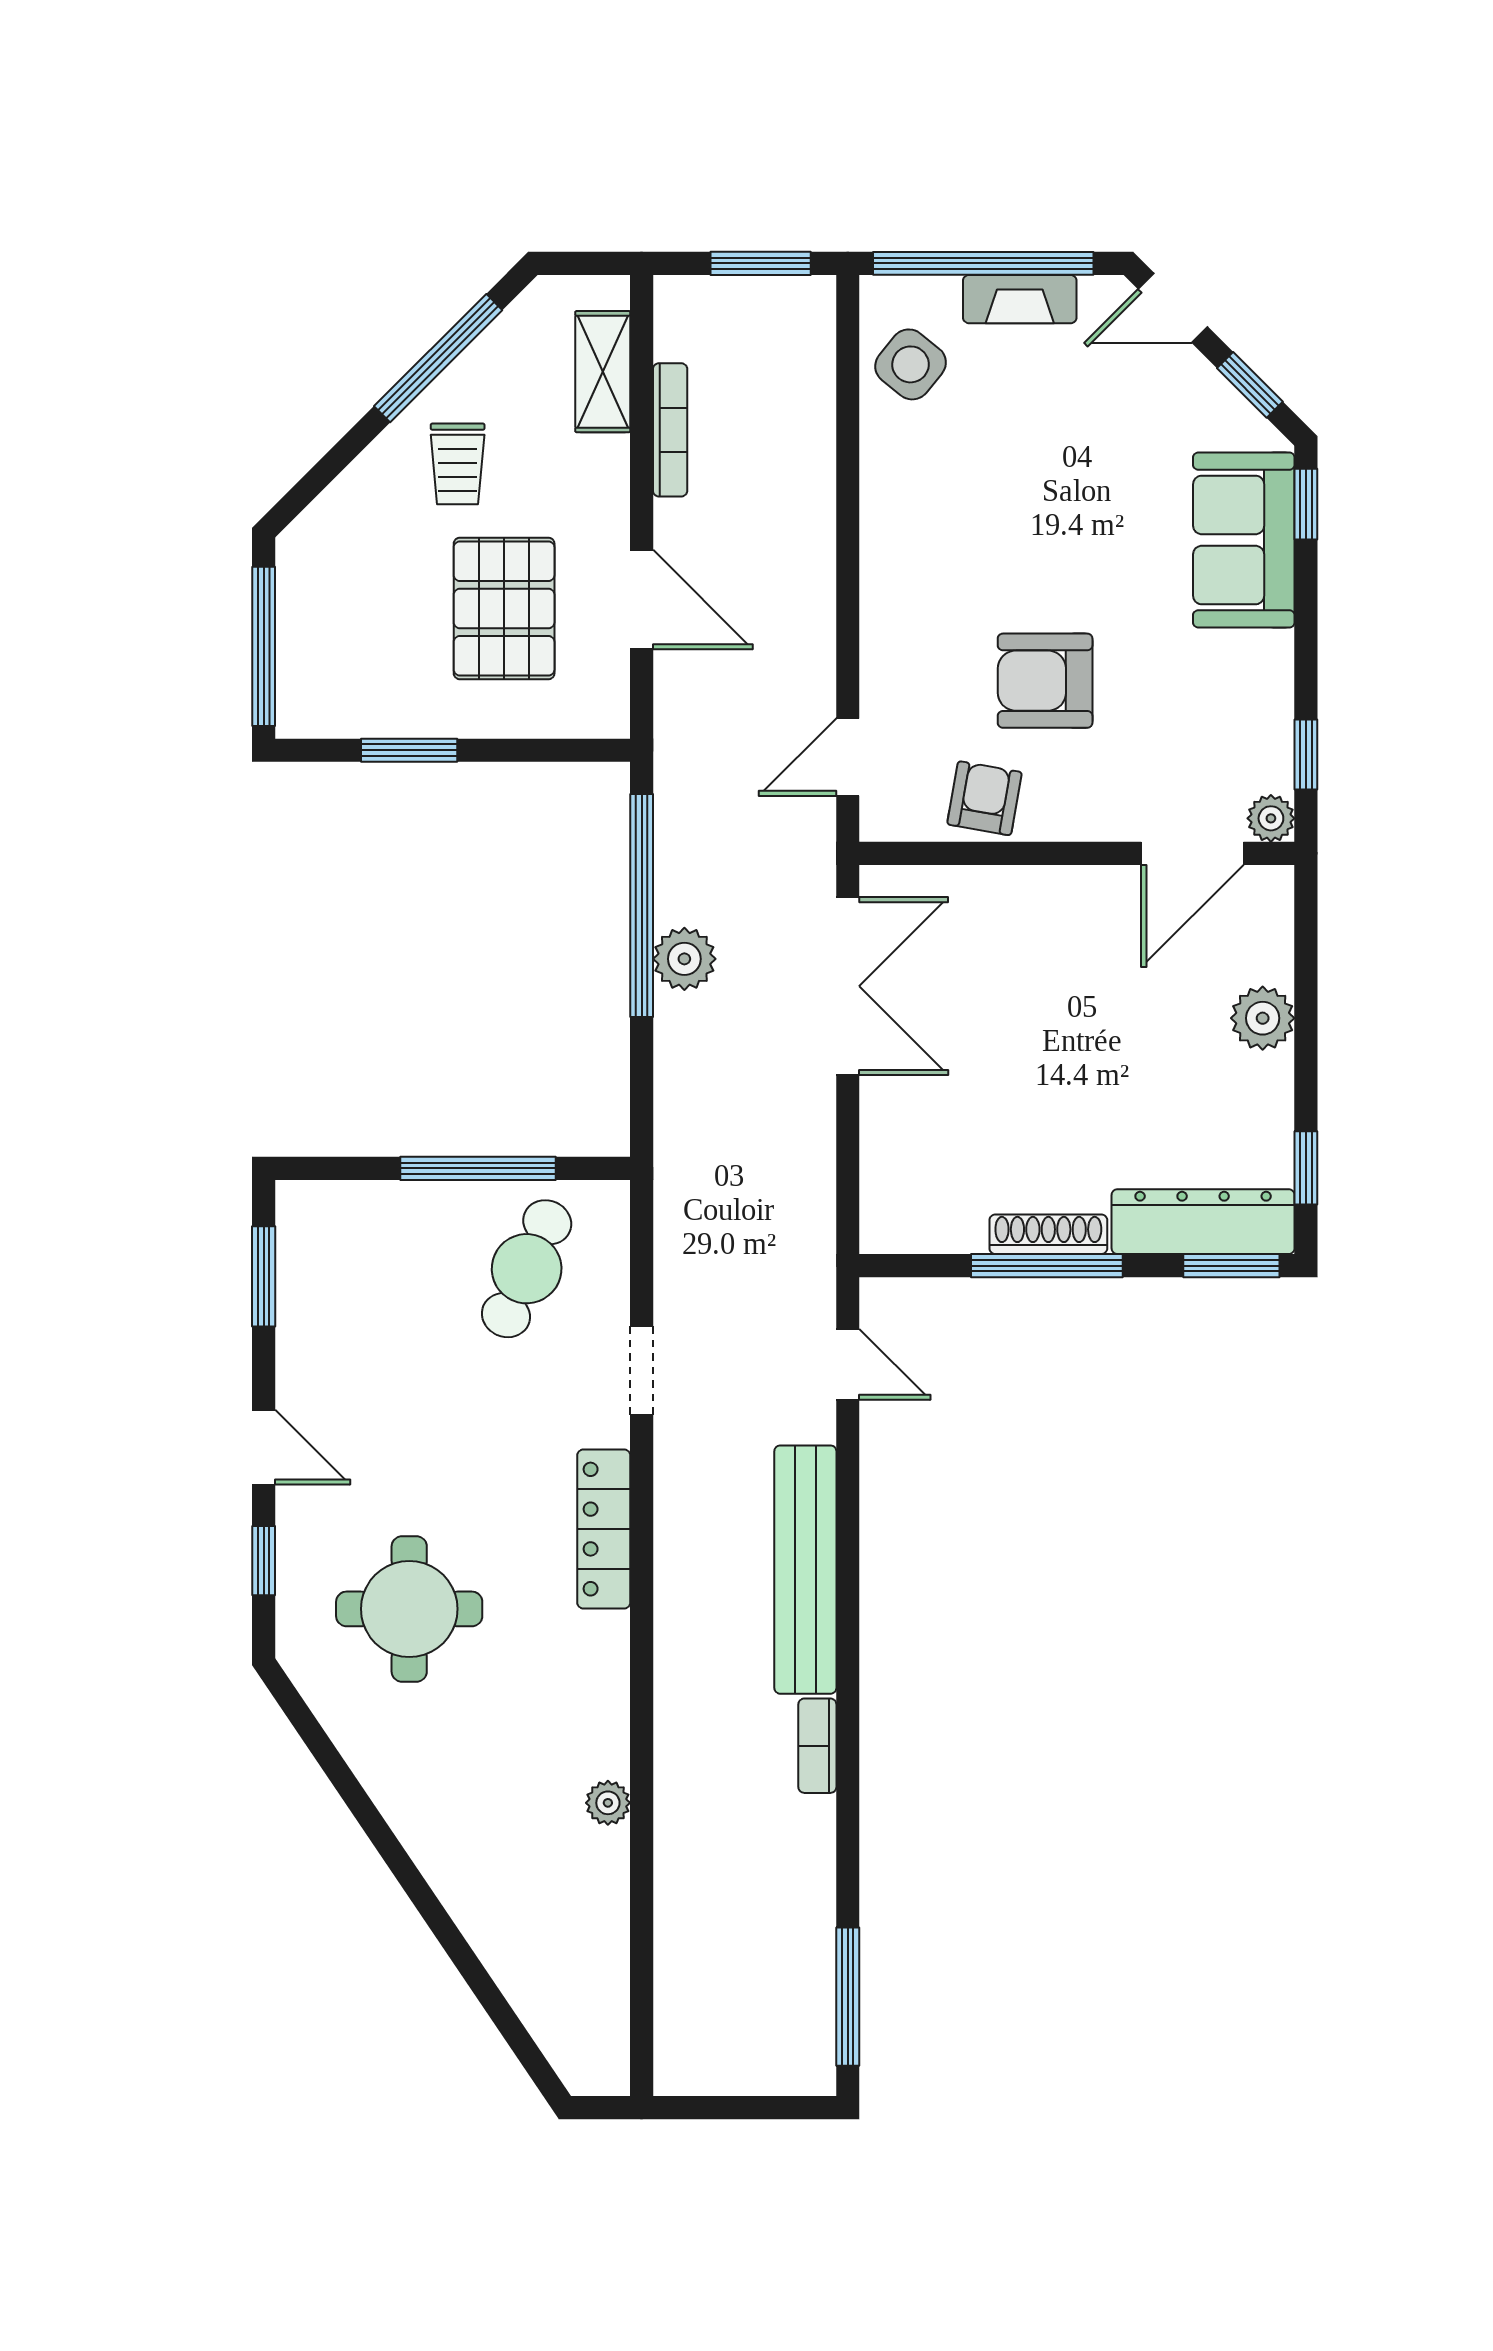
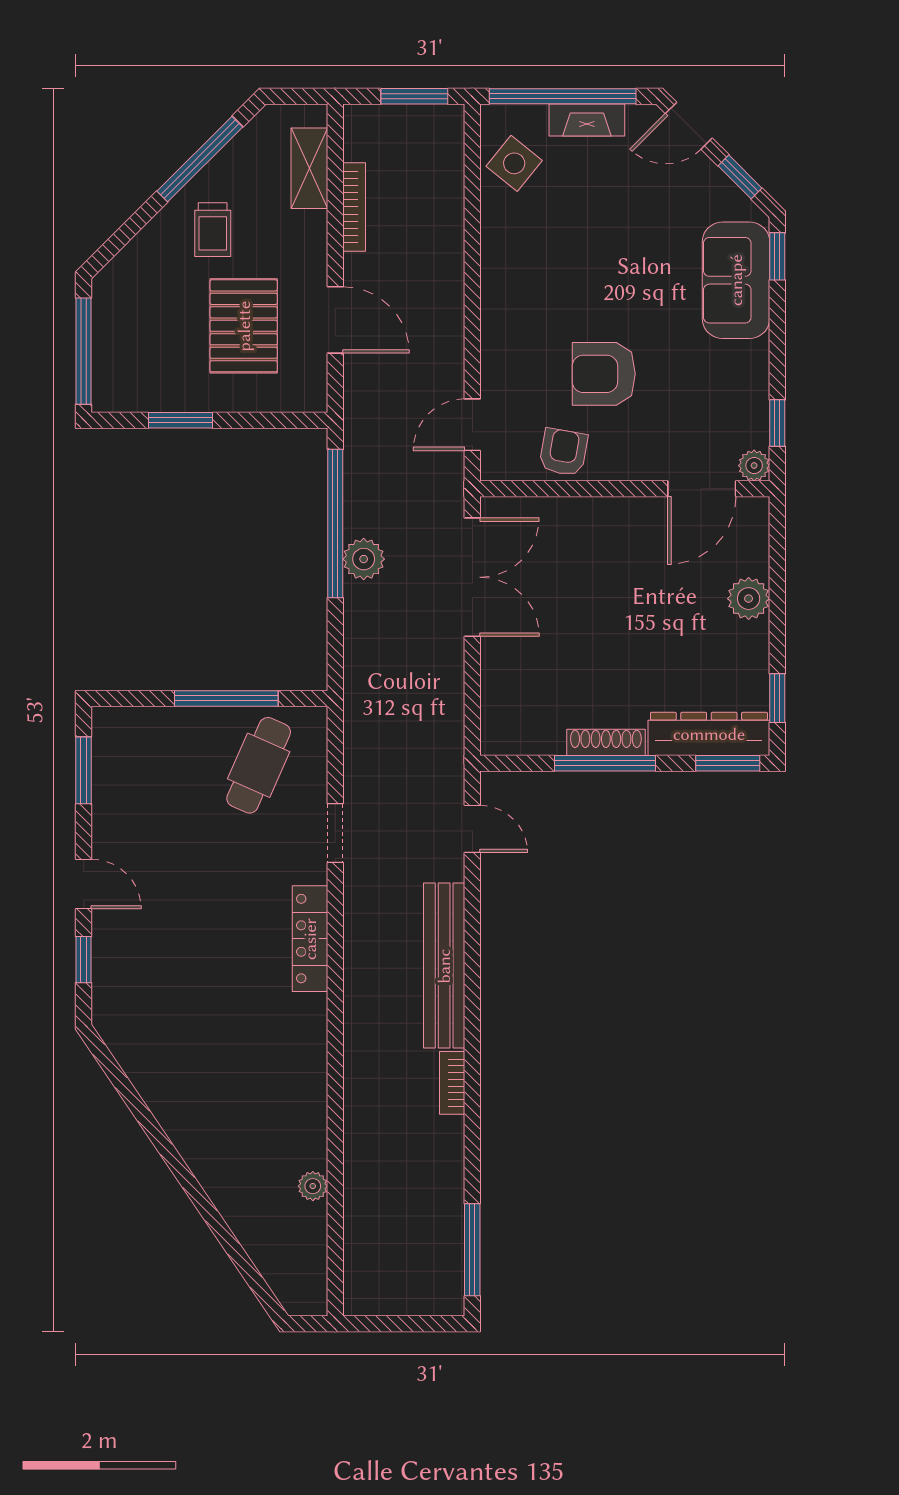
round table: (409, 1609) -> (180, 992), removed
plant: (608, 1803) -> (313, 1186), moved

